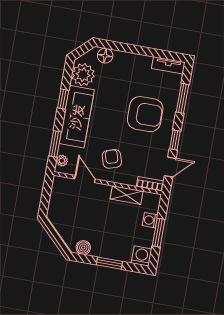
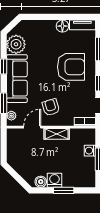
floor lamp: (105, 56) -> (62, 26), moved
door: (85, 179) -> (32, 127), hinge flipped
shelving: (127, 195) -> (57, 134), moved
washing machine: (142, 256) -> (54, 180), moved

